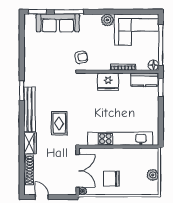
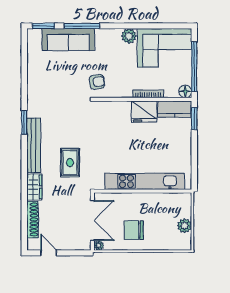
fridge: (108, 82) -> (144, 112), moved

